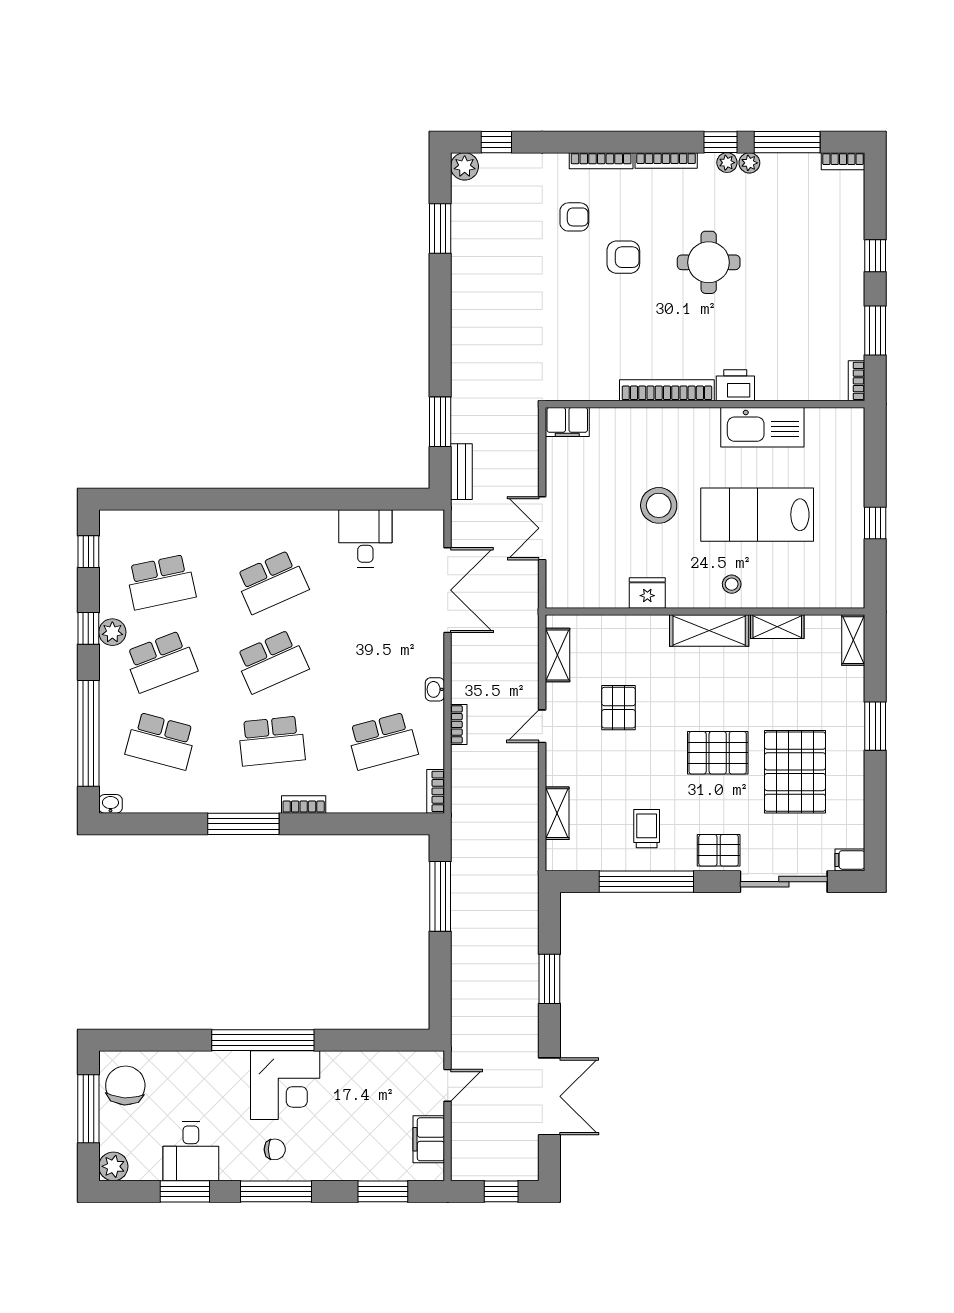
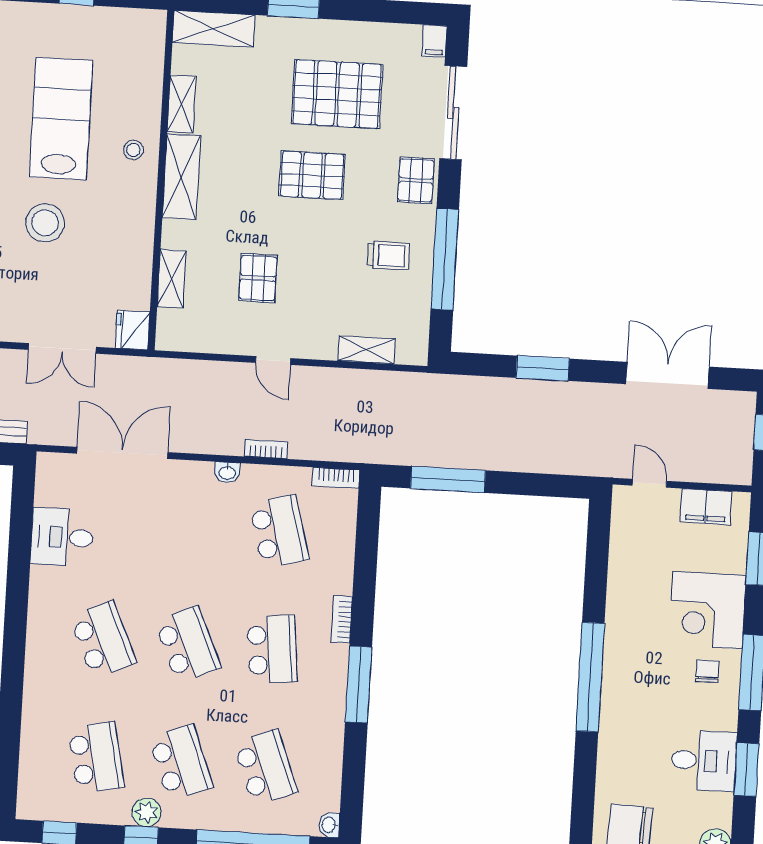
lab bench: (757, 515) -> (61, 119), turned 180
fridge: (647, 593) -> (133, 330), moved
shelving: (853, 640) -> (214, 29), width x1.50, depth x1.33
shelving: (557, 655) -> (172, 279), moved, turned 90
pallet: (619, 708) -> (258, 278), turned 90
school desk: (161, 741) -> (265, 767), turned -36
pallet: (718, 753) -> (312, 175), turned 90
trolley: (647, 829) -> (388, 256), turned 180
corner desk: (285, 1085) -> (707, 610), moved, turned 180

